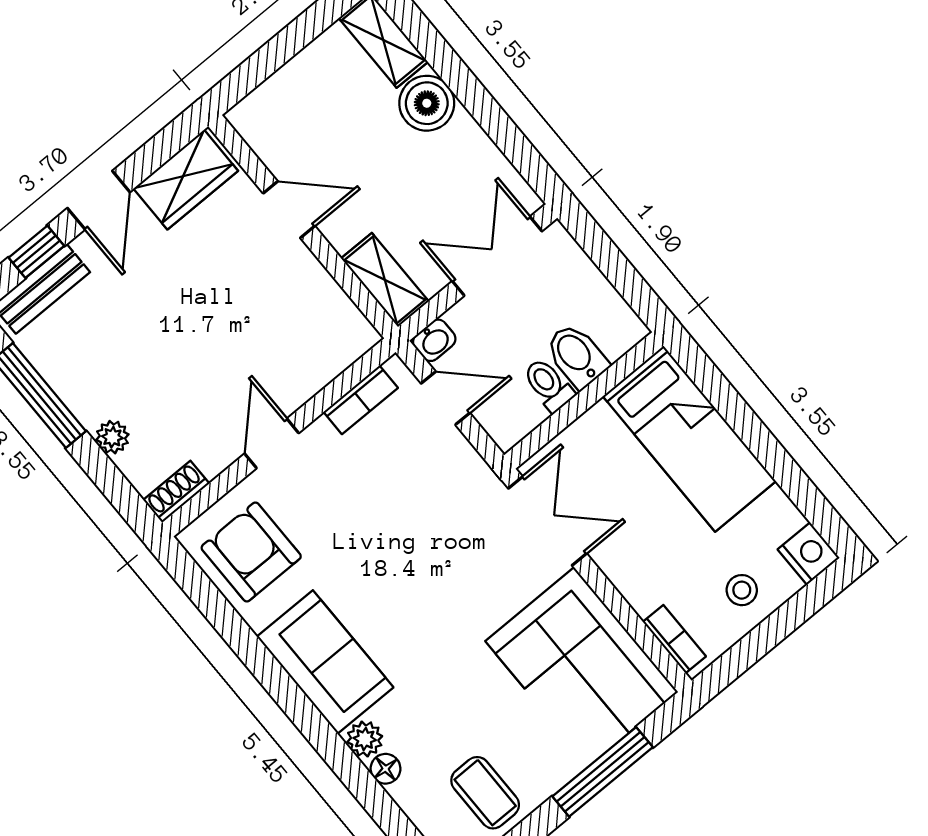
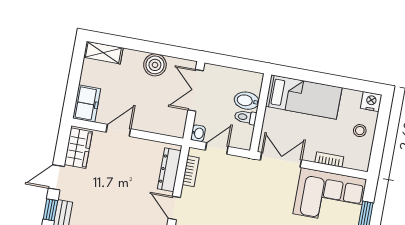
boiler: (427, 103) -> (155, 65), moved
freezer: (272, 109) -> (87, 103), added
door: (99, 200) -> (56, 177), swing flipped
shelving: (385, 280) -> (167, 127), removed
dresser: (323, 364) -> (169, 170), added
bookcase: (674, 639) -> (329, 160), moved

